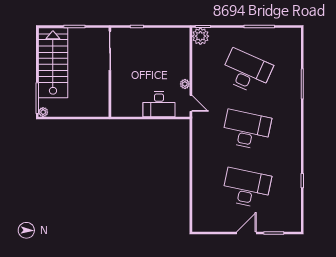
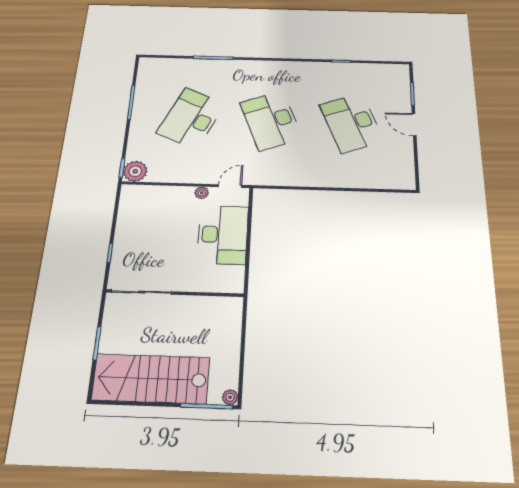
desk: (159, 104) -> (223, 235), width x1.36, depth x1.30
desk: (247, 130) -> (271, 120), turned -33
desk: (247, 188) -> (352, 123), turned -33

